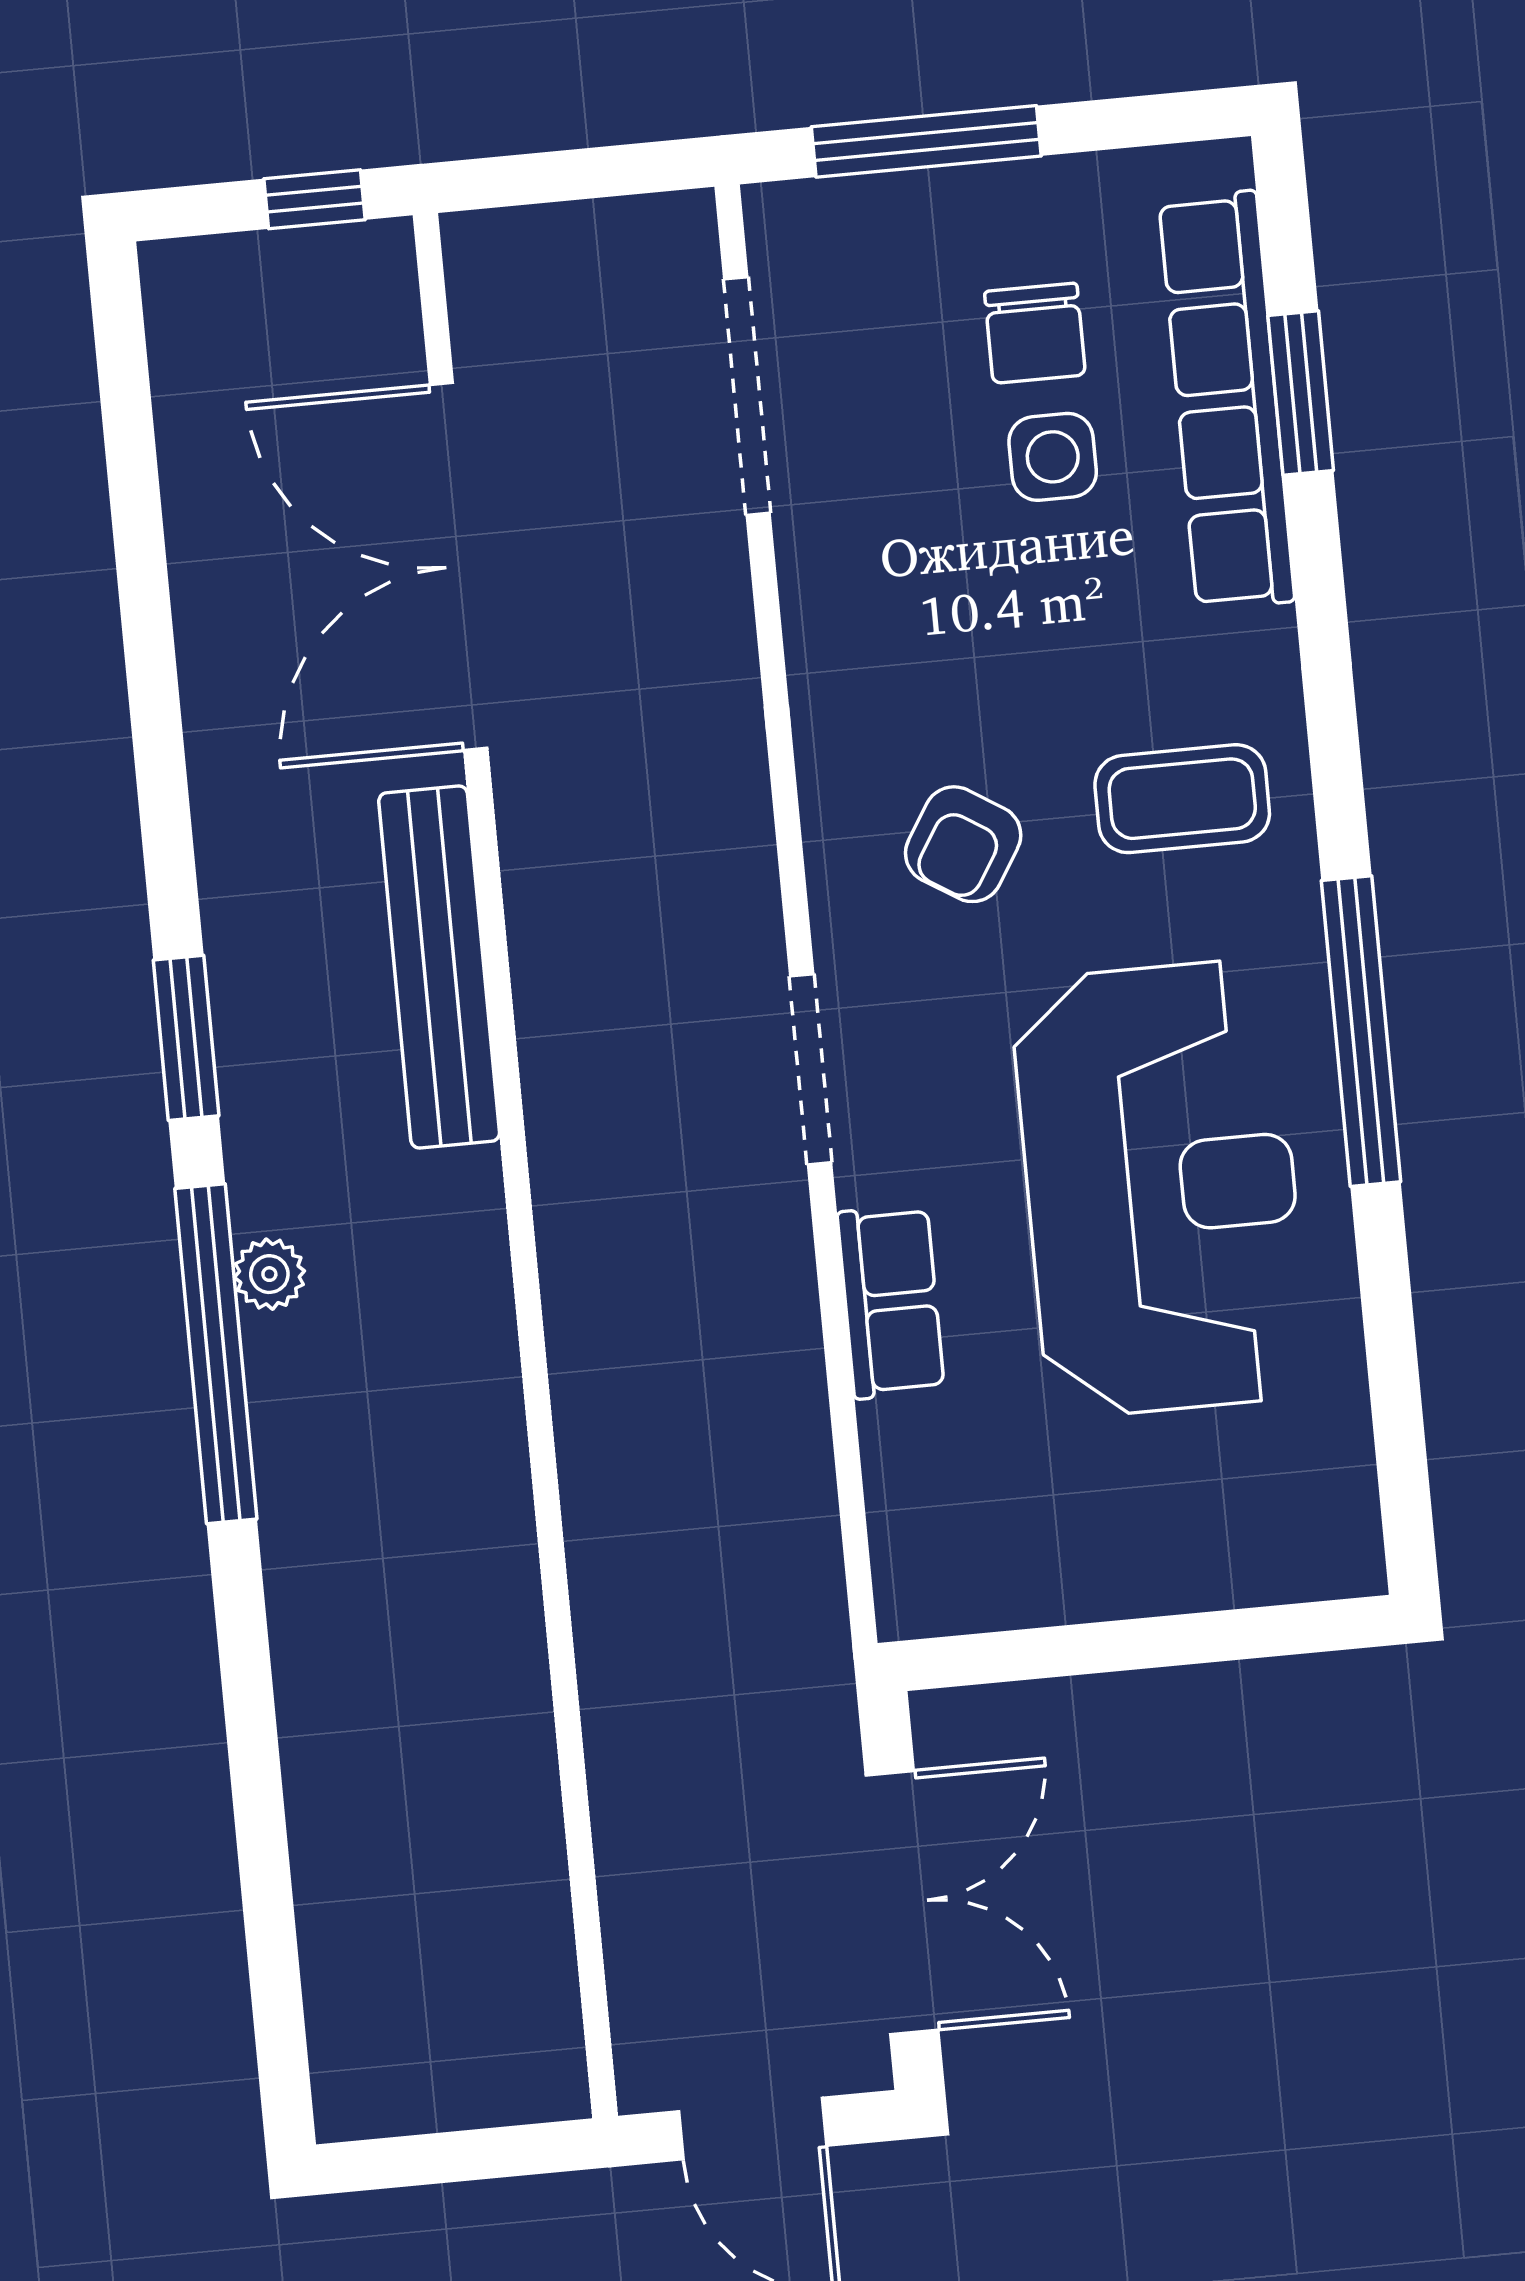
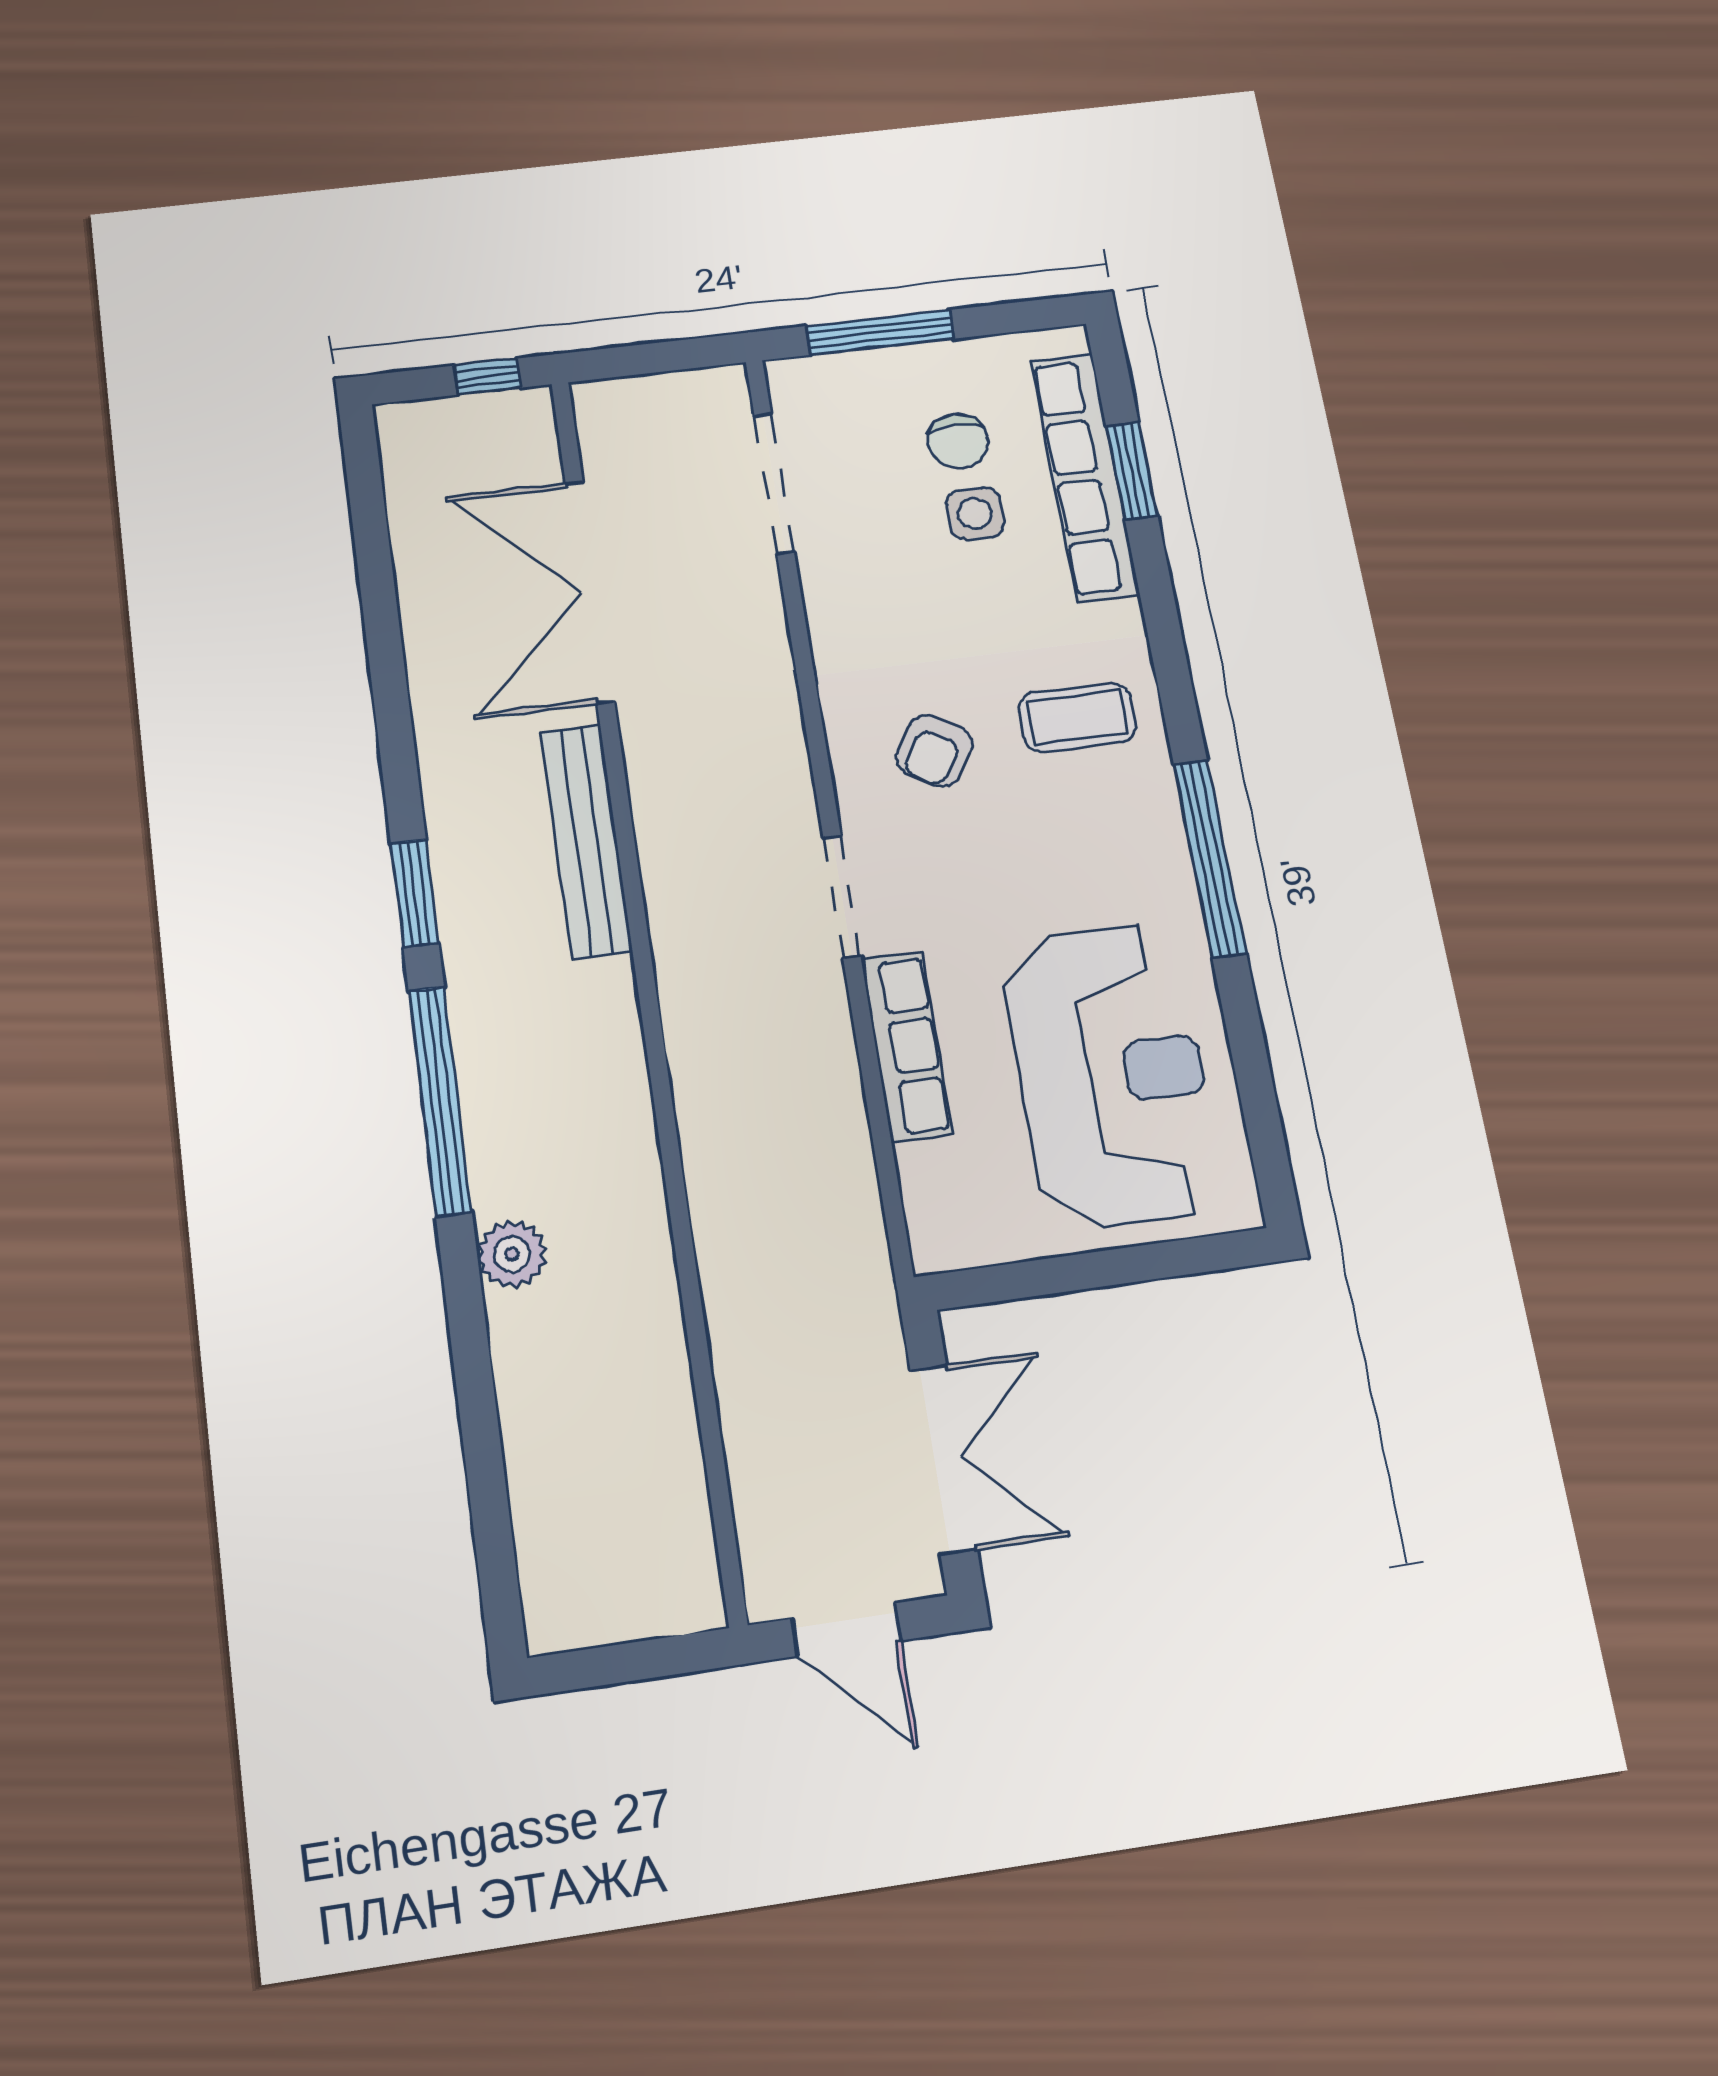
reception desk: (1161, 1188) -> (1112, 1075), moved
plant: (269, 1274) -> (512, 1254), moved, width x1.38, depth x1.38
row of seats: (891, 1302) -> (907, 1046), width x1.48

